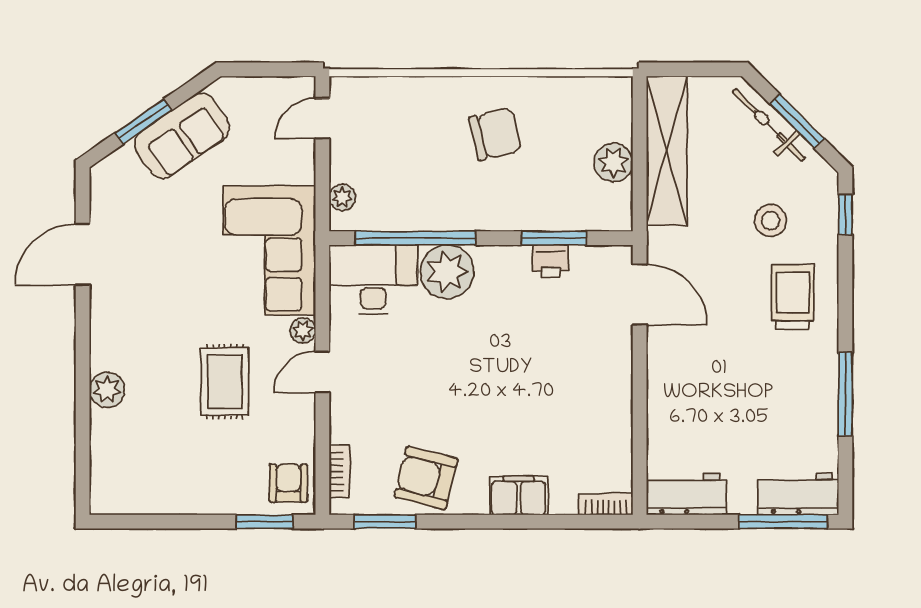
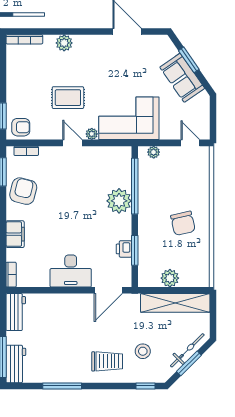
desk: (373, 280) -> (71, 271), moved, turned 90
bookcase: (99, 476) -> (24, 39), added

